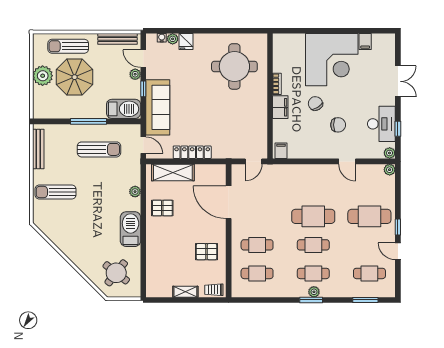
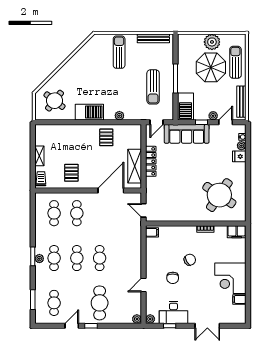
corner desk: (332, 60) -> (230, 278), width x0.74, depth x0.74
round table: (234, 66) -> (219, 195), turned 34
filing cabinet: (280, 107) -> (237, 232), moved
shelving: (173, 172) -> (135, 166), moved
cafe table: (313, 216) -> (100, 258), width x0.73, depth x0.74

